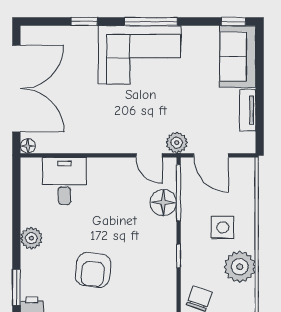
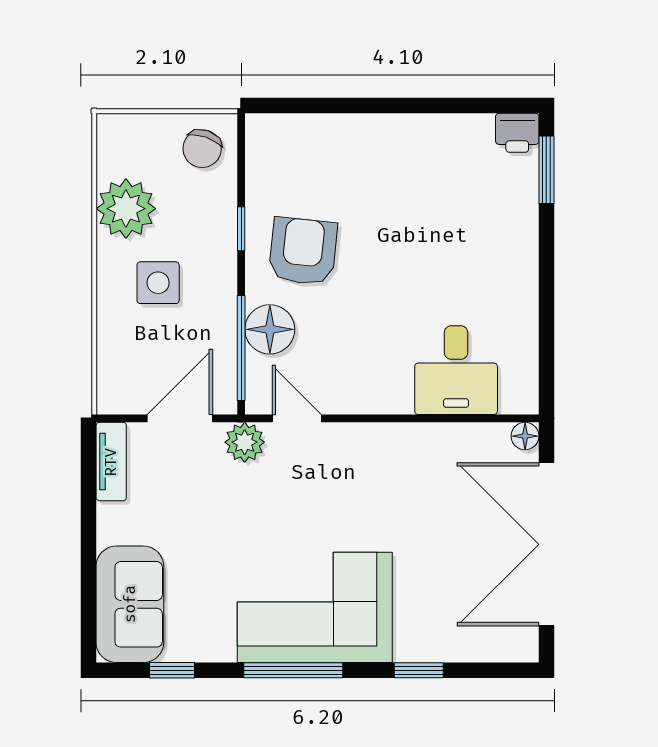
window: (233, 22) -> (172, 670), moved
tv unit: (248, 110) -> (111, 462), moved
door: (211, 155) -> (180, 418), hinge flipped
plant: (31, 238) -> (518, 262), removed
armchair: (93, 270) -> (303, 251), moved

